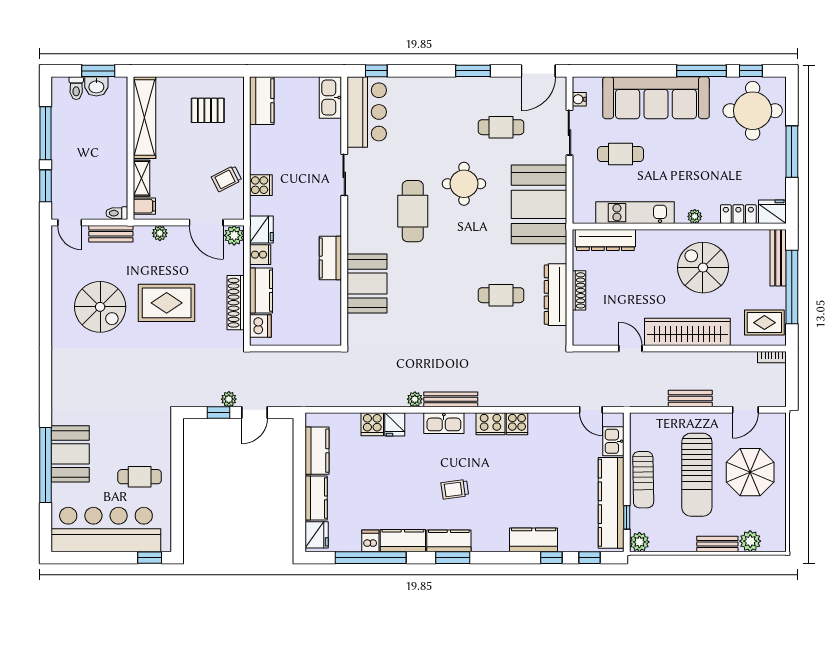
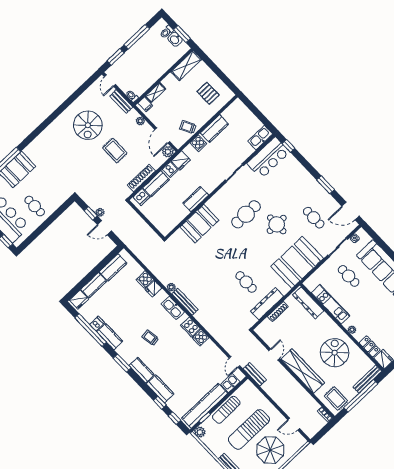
kitchen counter: (262, 101) -> (214, 129), moved
shelving: (144, 118) -> (186, 66), width x0.68
rug: (167, 303) -> (115, 150), width x0.73, depth x0.70
bench: (690, 398) -> (255, 374), moved
kitchen counter: (449, 541) -> (142, 370), moved

